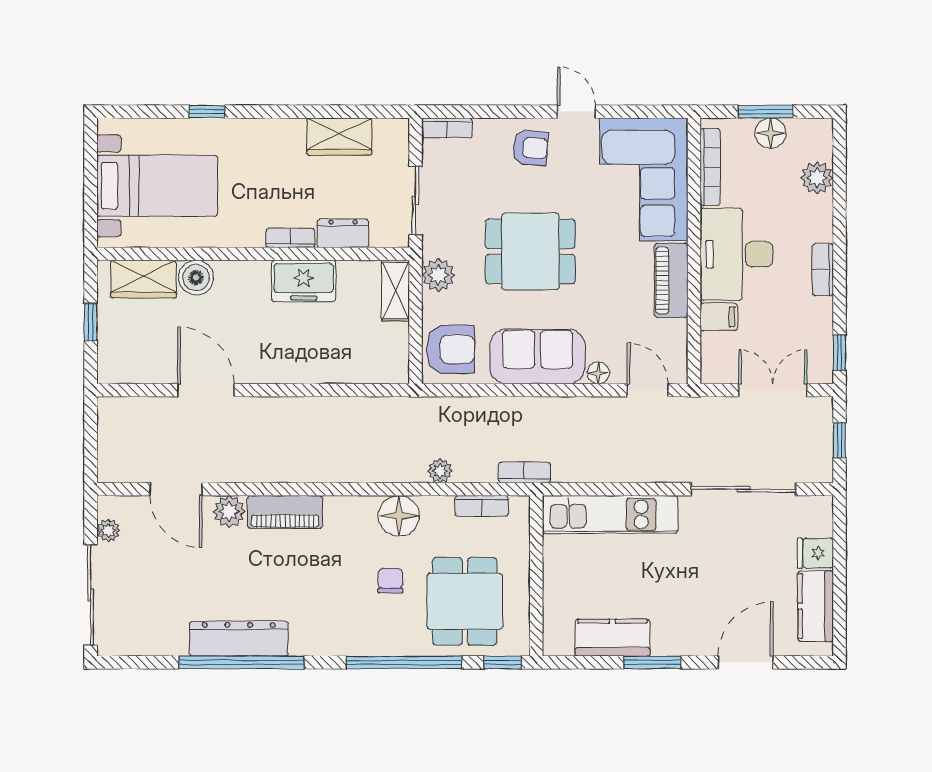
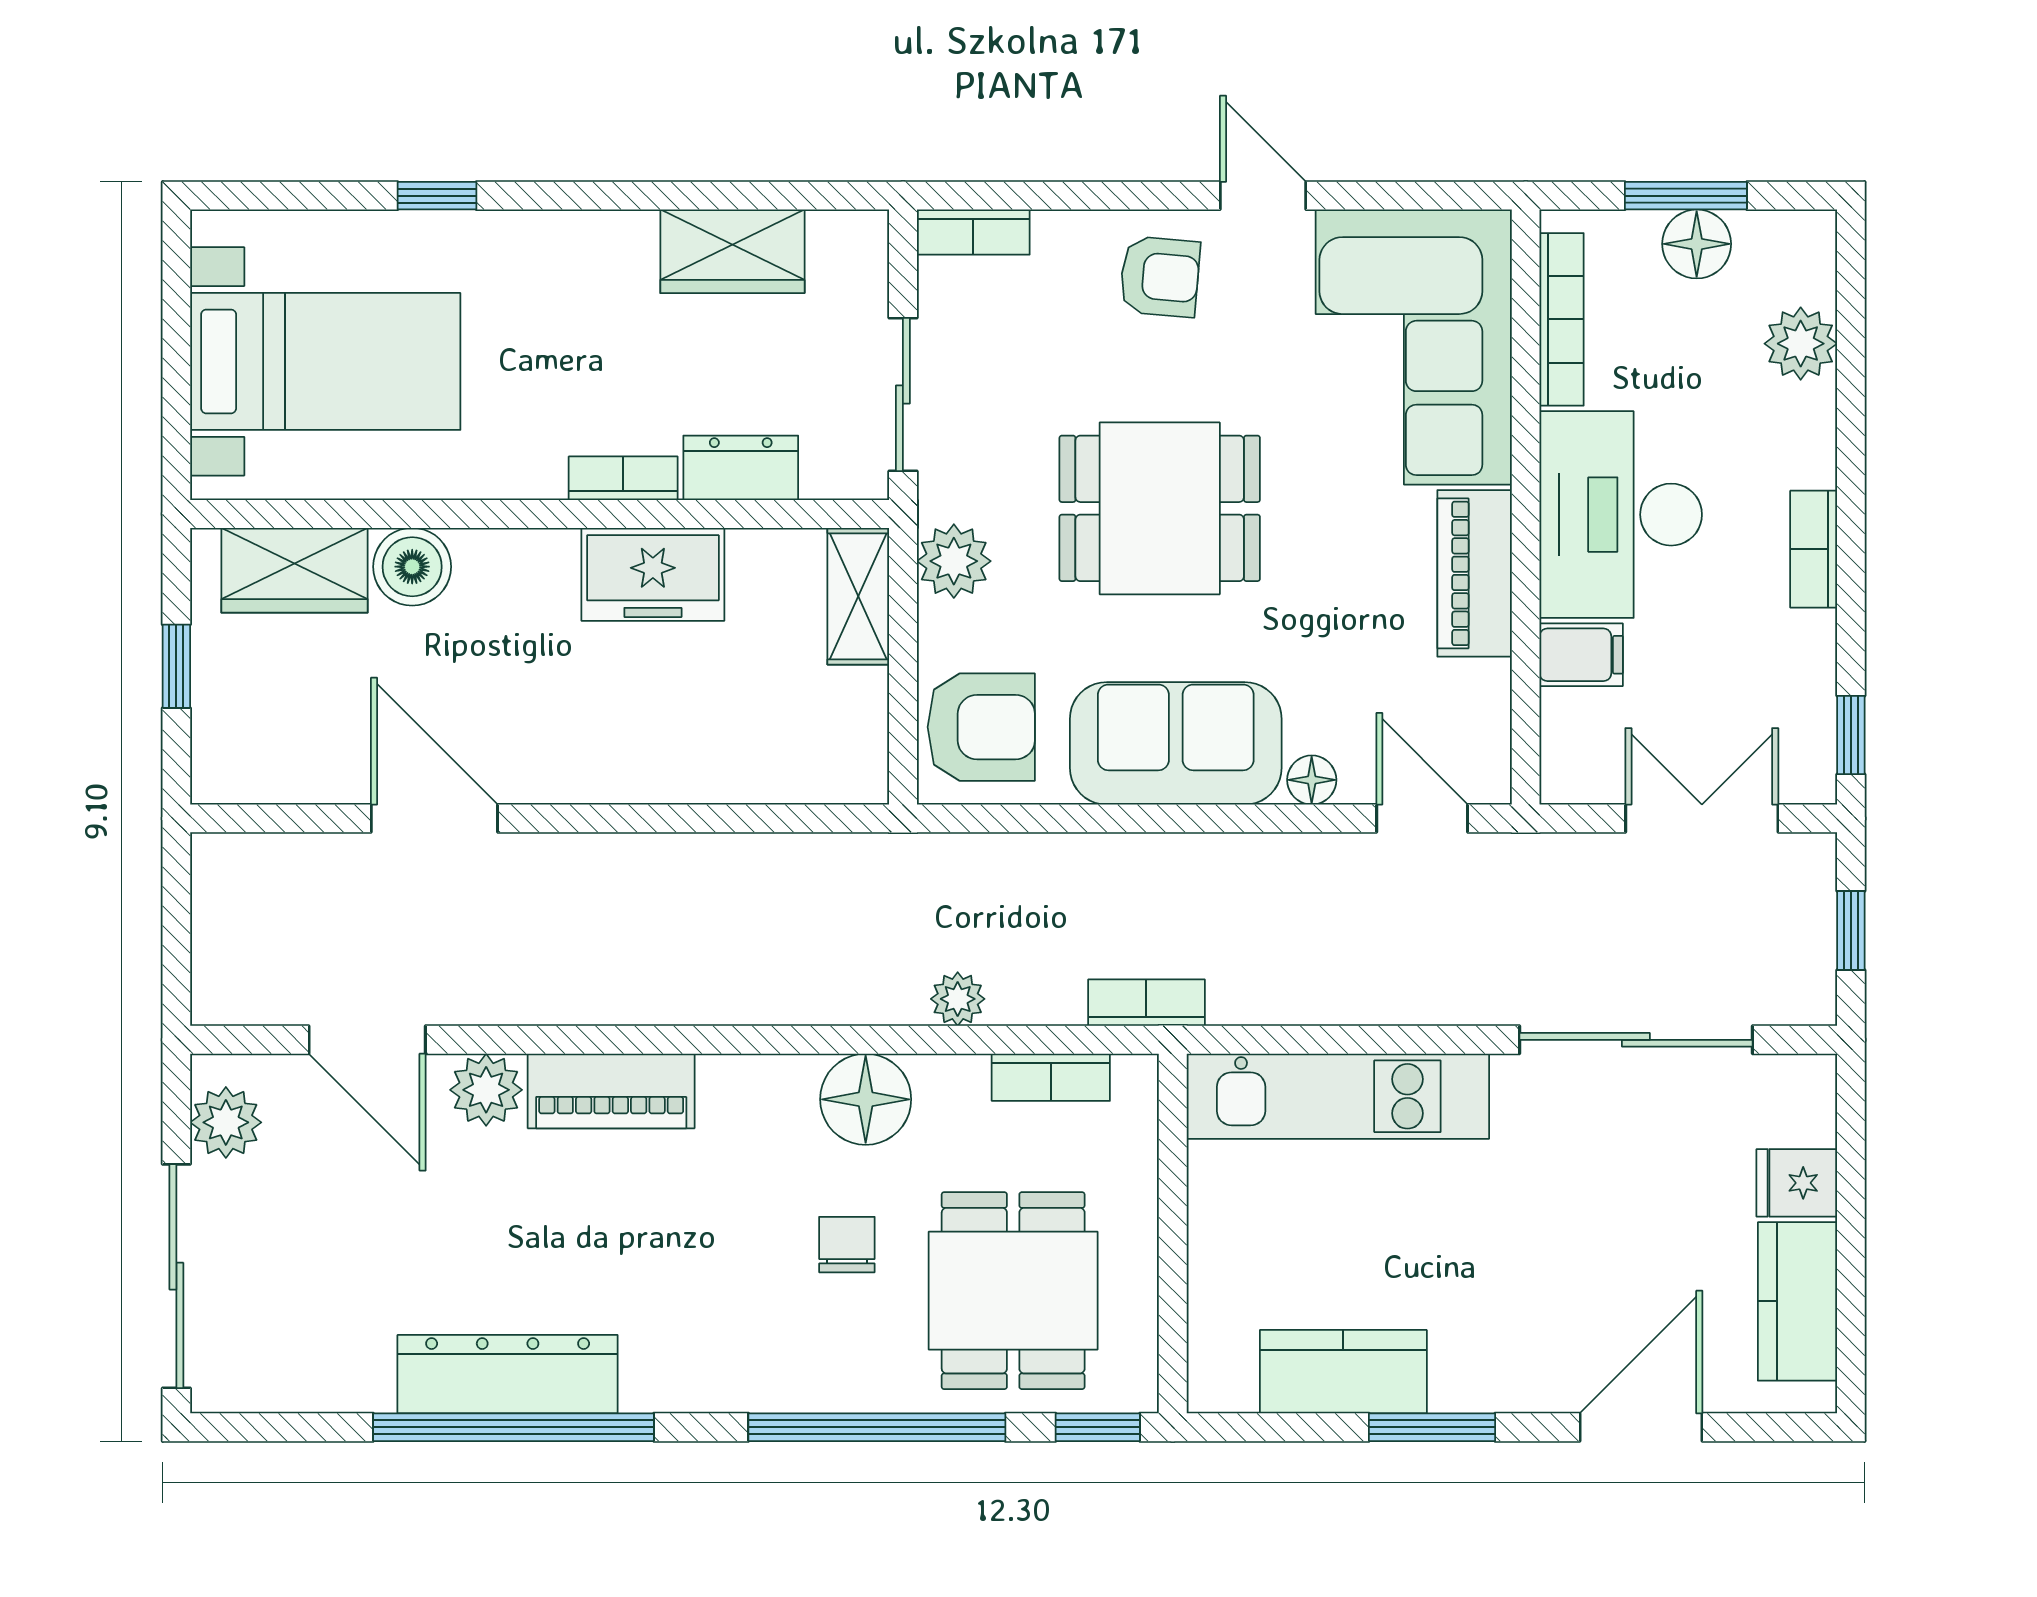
plant: (108, 530) -> (226, 1122), width x1.38, depth x1.38

